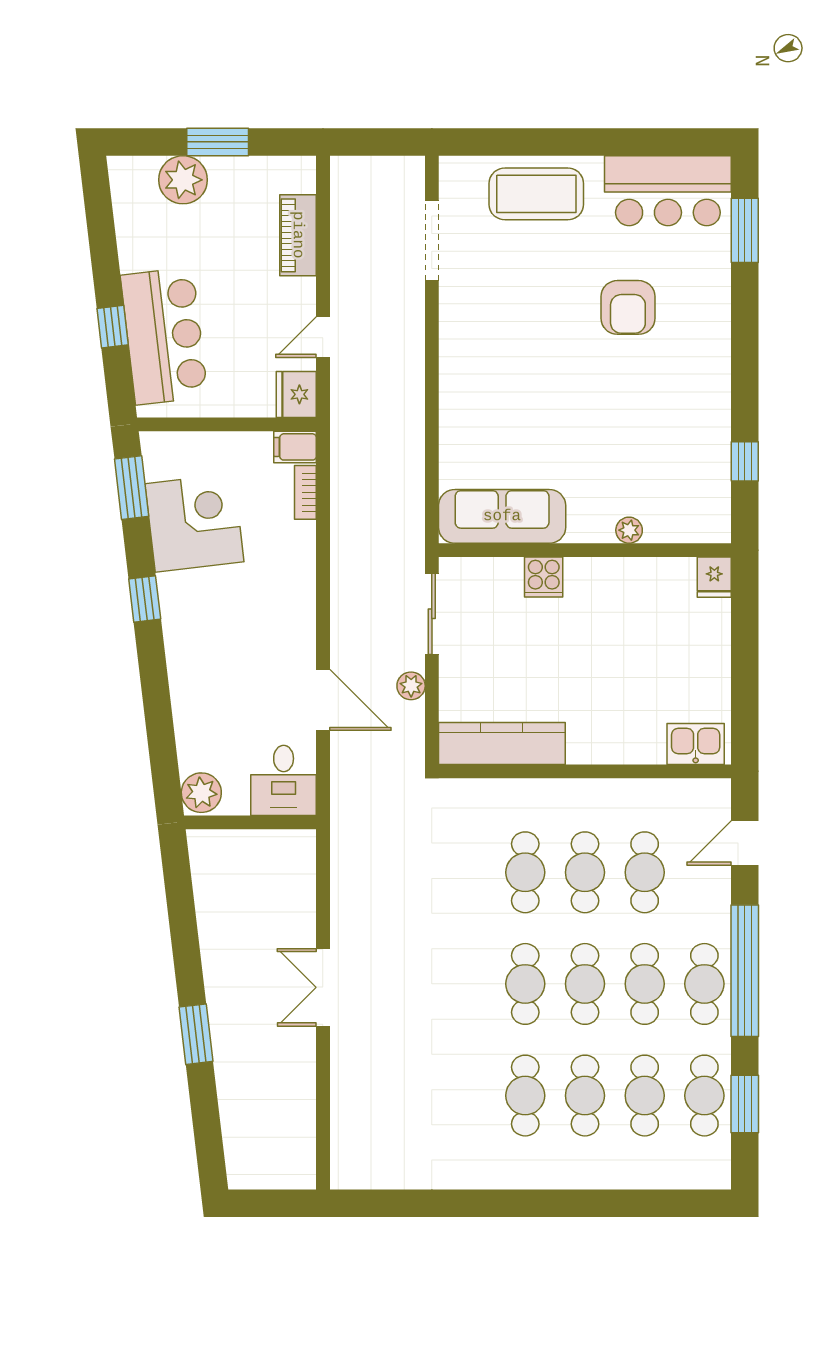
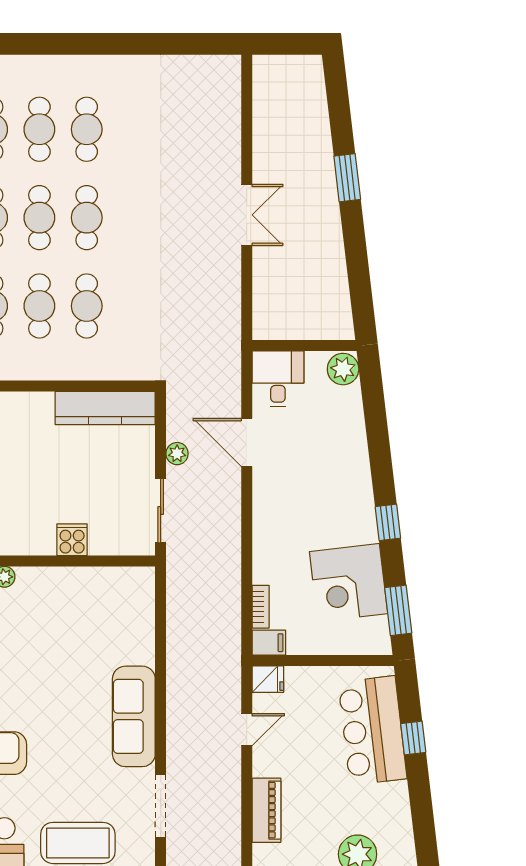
fridge: (296, 394) -> (268, 679), width x0.72
sofa: (502, 516) -> (134, 716), moved, turned 90

